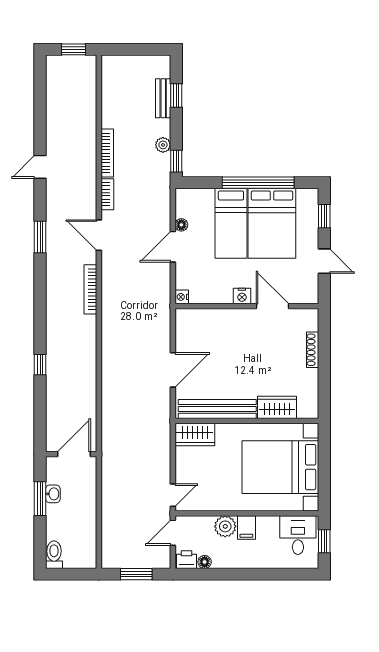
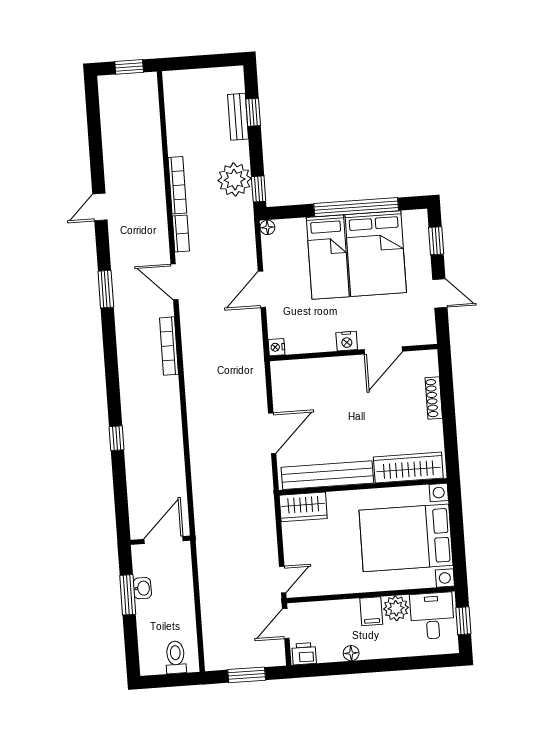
plant: (163, 145) -> (235, 180), width x1.87, depth x1.87
floor lamp: (181, 225) -> (267, 227), moved
door: (272, 306) -> (383, 350), swing flipped
wardrobe: (277, 407) -> (408, 468), width x1.50
plant: (225, 526) -> (396, 608), moved
toilet: (54, 555) -> (176, 657), moved
floor lamp: (205, 562) -> (351, 653), moved

